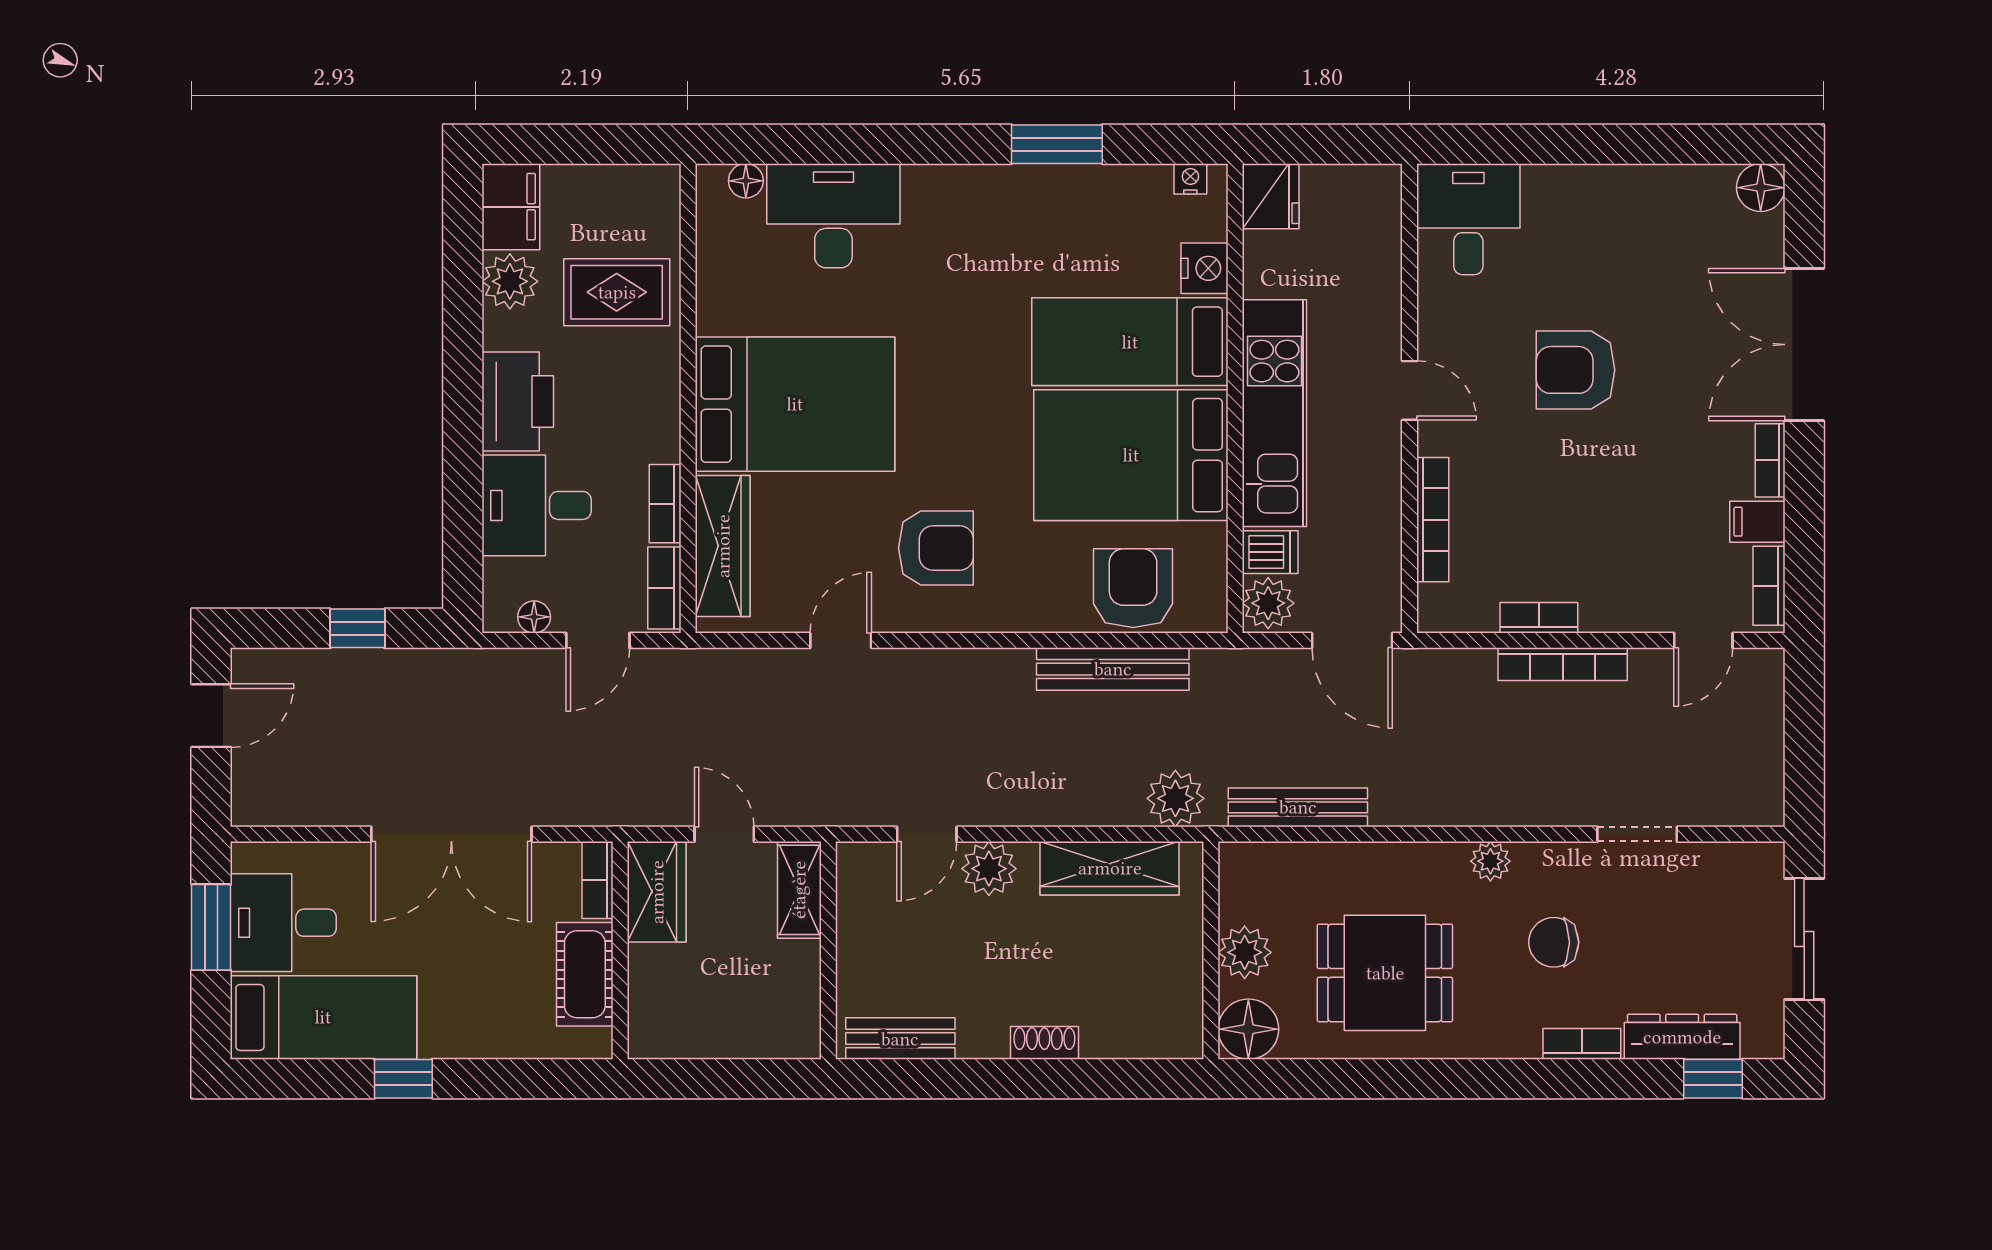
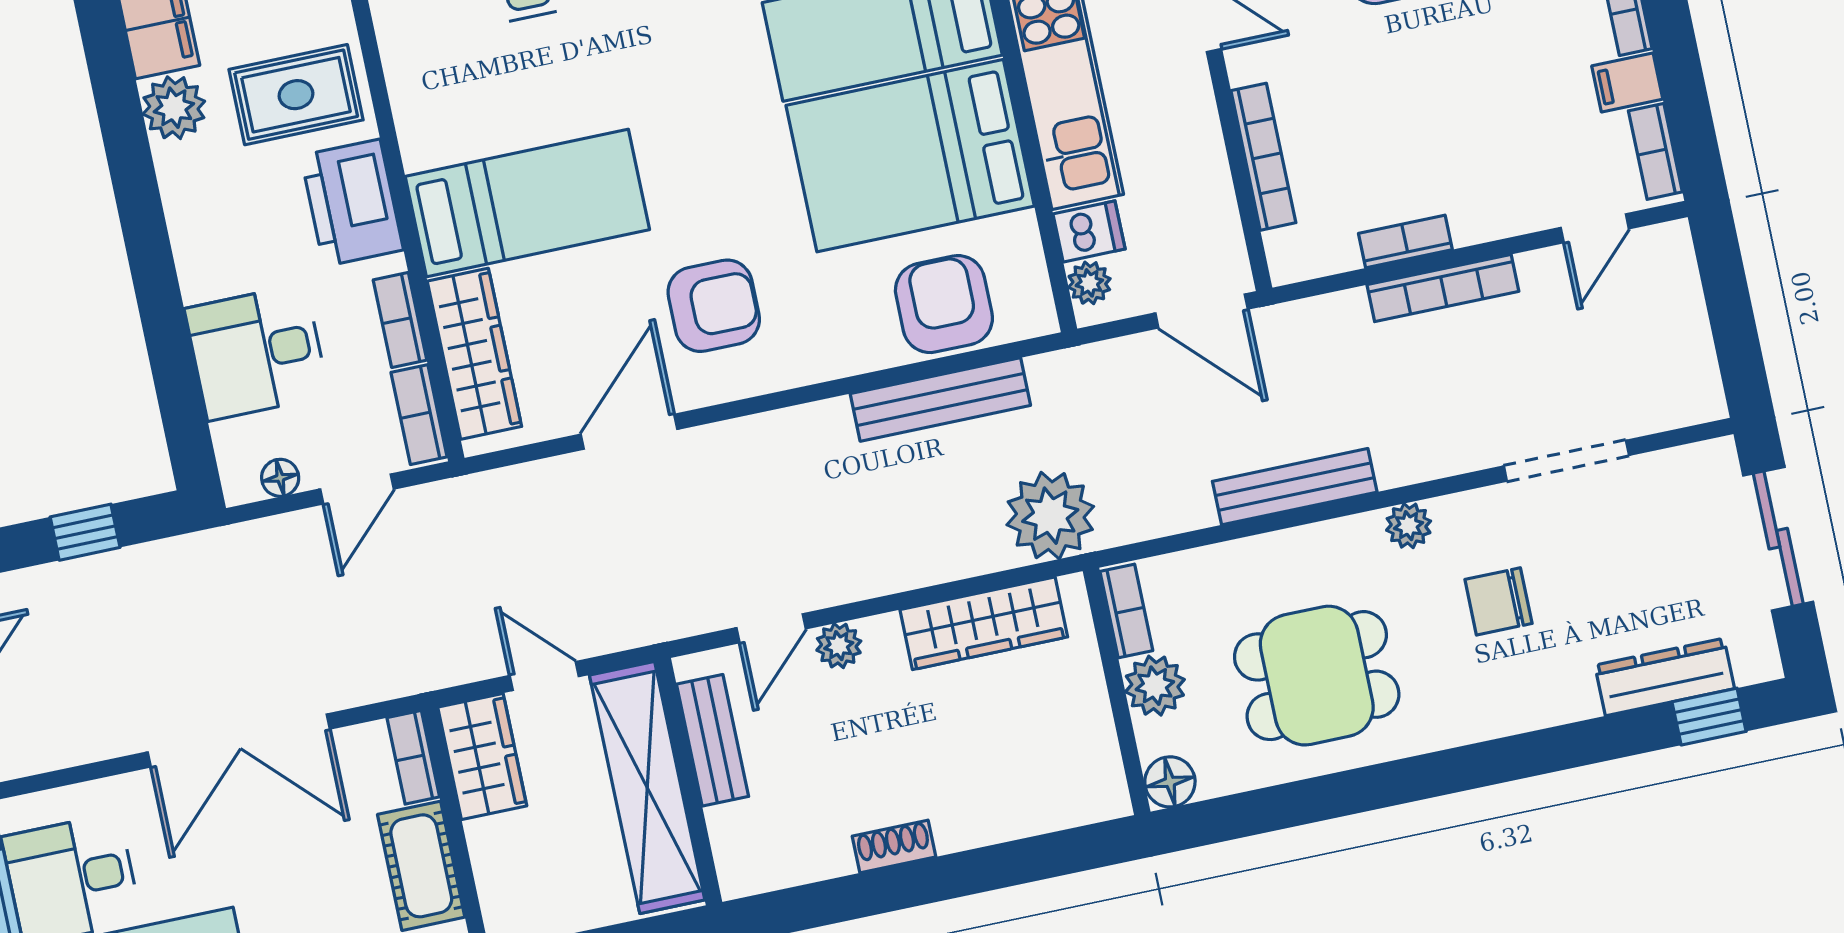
printer: (518, 402) -> (352, 203), moved, turned 180
bed: (795, 404) -> (527, 203), width x0.67
plant: (1268, 603) -> (1089, 283), width x0.73, depth x0.73
door: (841, 640) -> (629, 432), width x1.38
plant: (1175, 798) -> (1050, 516), width x1.36, depth x1.36
bench: (1298, 807) -> (1295, 487), moved
doorway: (1637, 834) -> (1566, 461), width x1.38
plant: (989, 869) -> (839, 646), width x0.73, depth x0.73
shelving: (799, 890) -> (647, 787), width x2.20, depth x1.33
floor lamp: (1248, 1029) -> (1170, 782), width x0.73, depth x0.73
bench: (900, 1039) -> (712, 740), moved, turned 90
shoe rack: (1044, 1043) -> (894, 846), moved
bookcase: (1582, 1044) -> (1126, 611), moved, turned 90

